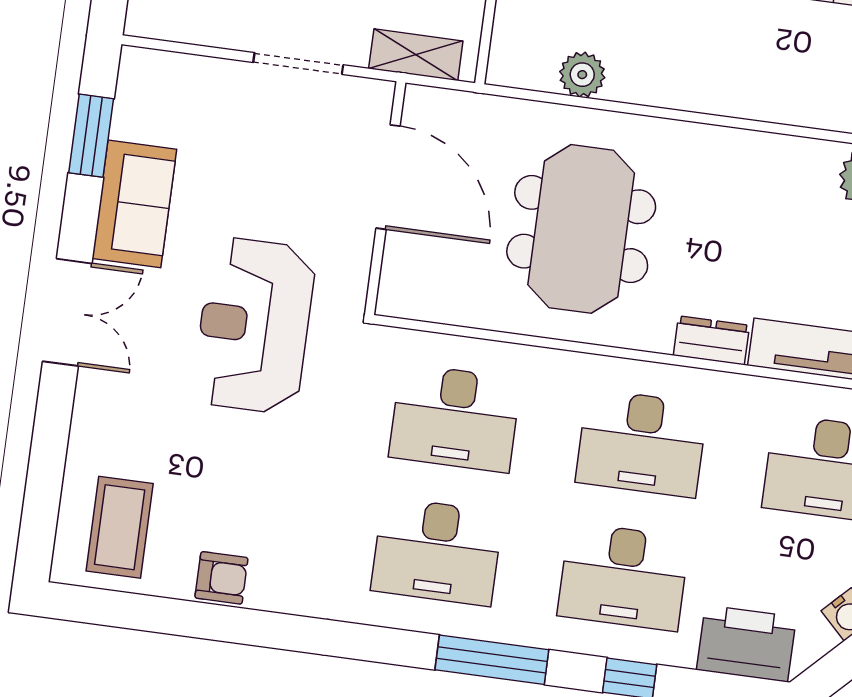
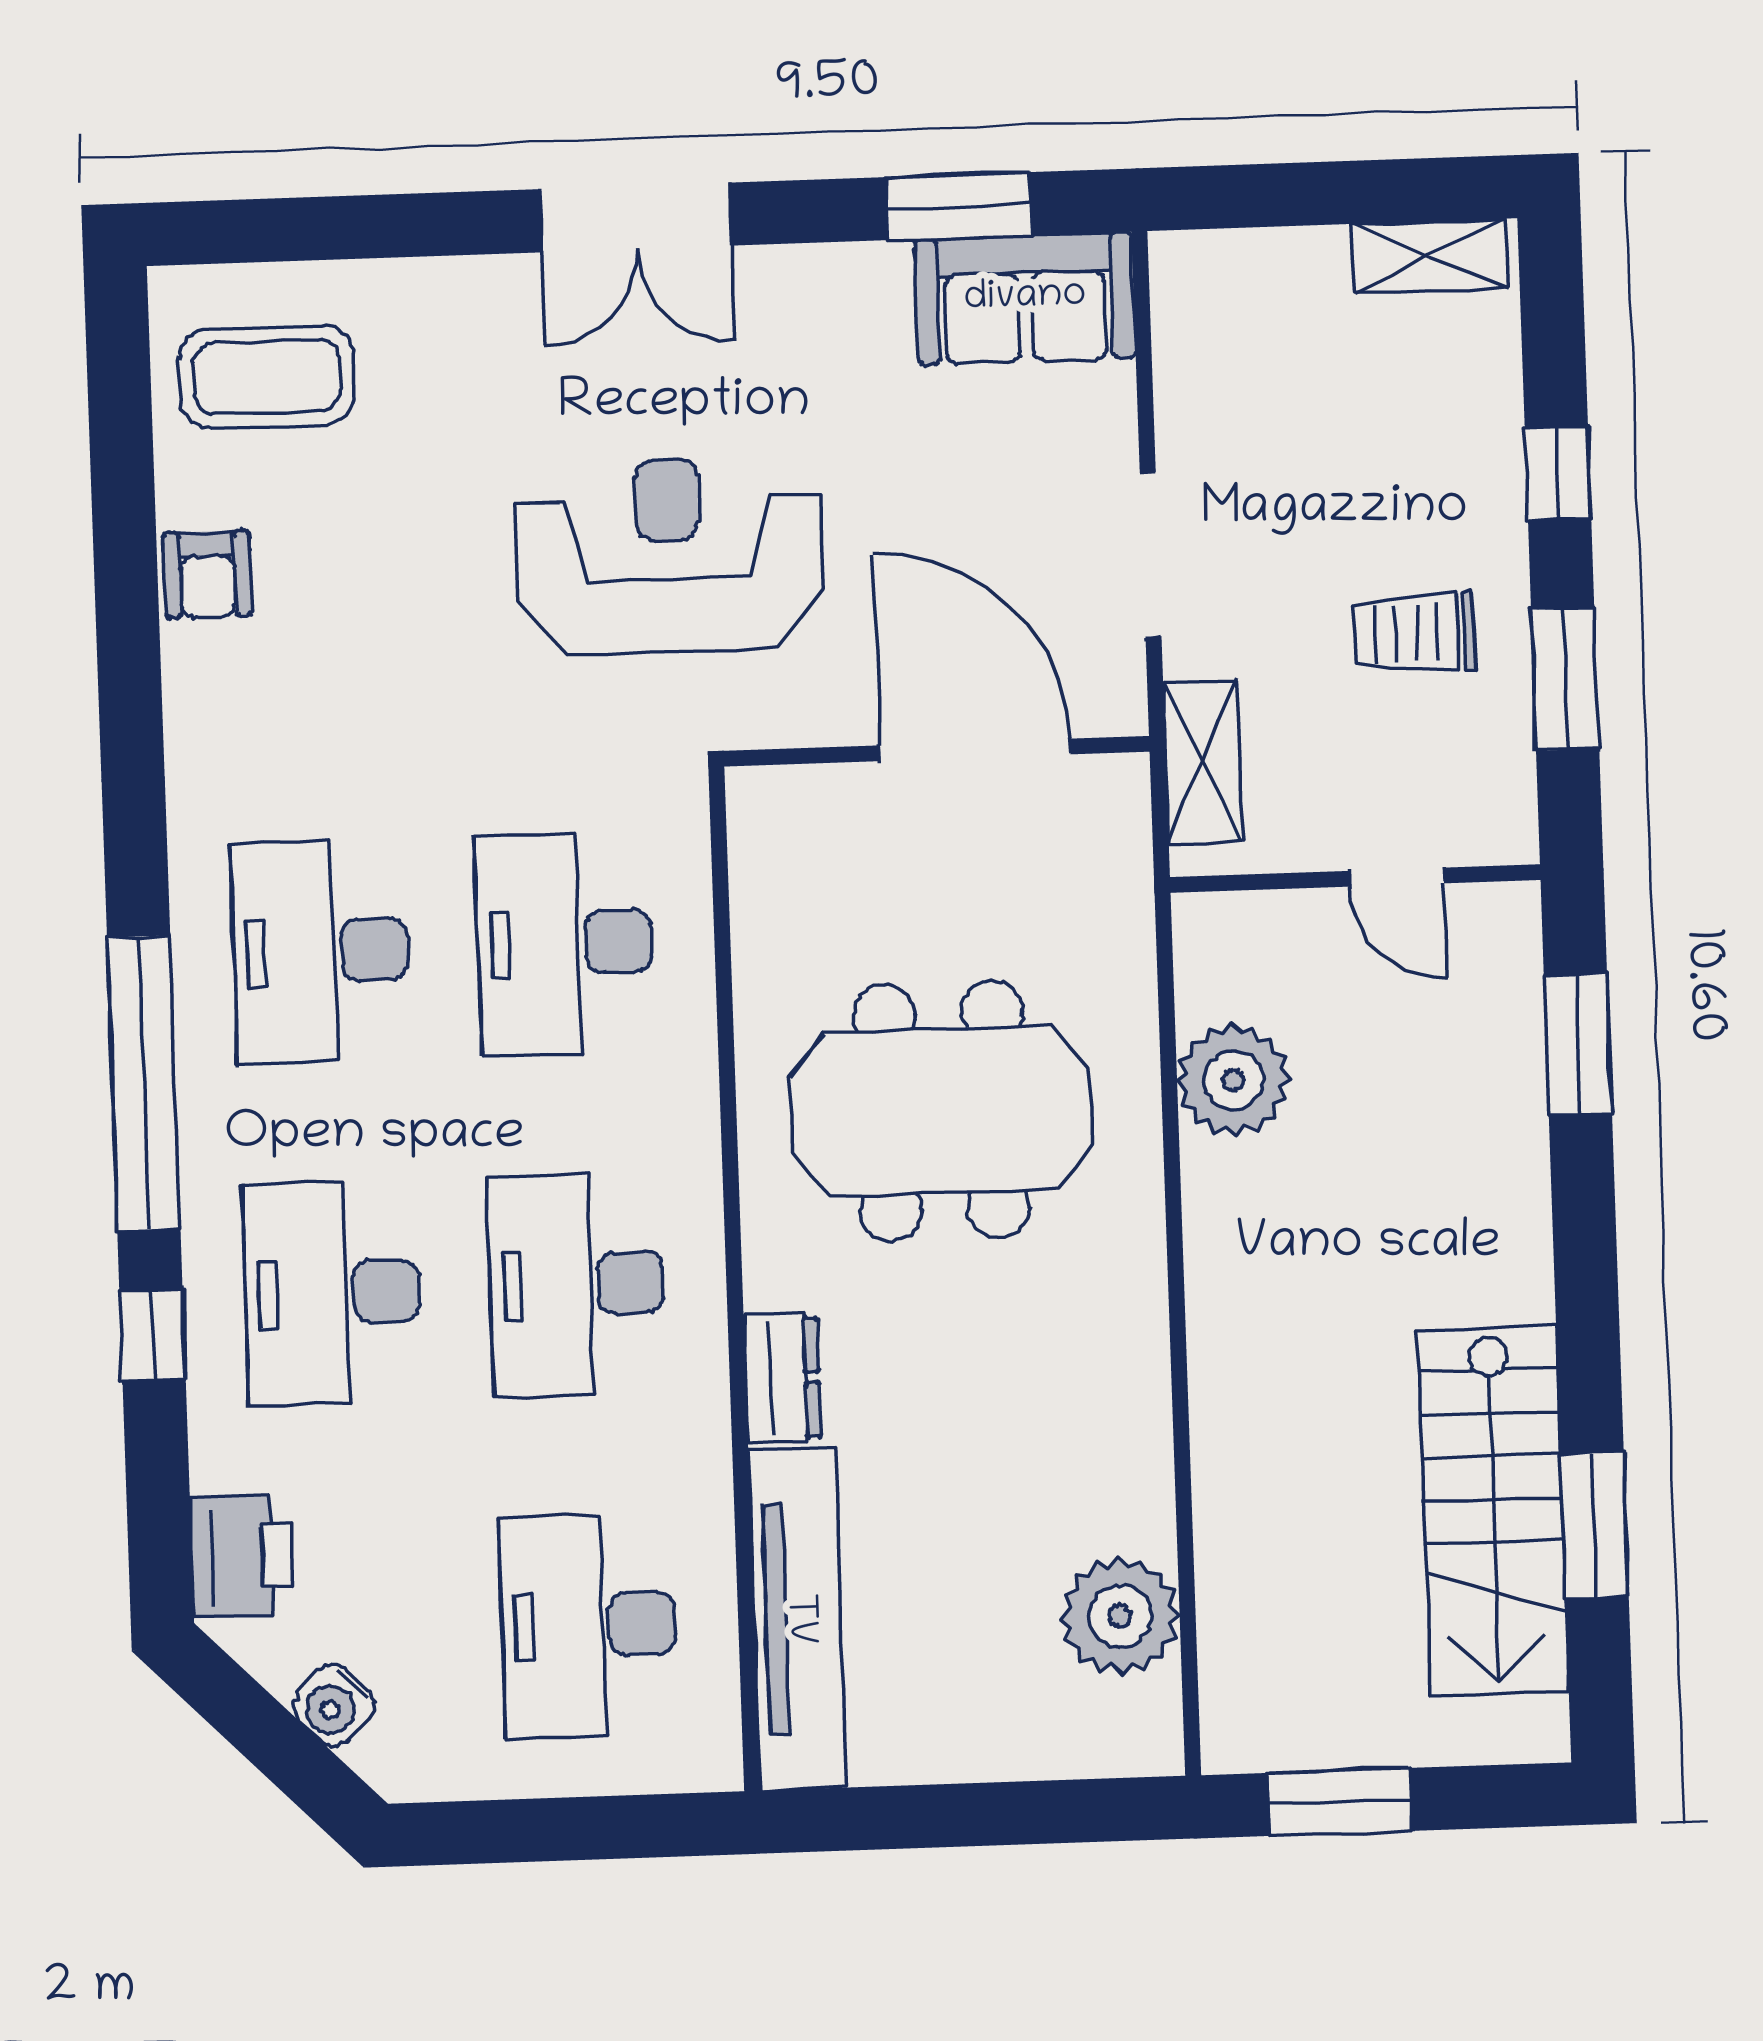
plant: (582, 75) -> (1233, 1080), width x1.36, depth x1.36
door: (388, 177) -> (975, 750), swing flipped
sofa: (134, 204) -> (1025, 298), moved
printer: (746, 643) -> (242, 1556), width x0.73, depth x0.84
window: (492, 660) -> (144, 1083), width x1.46

